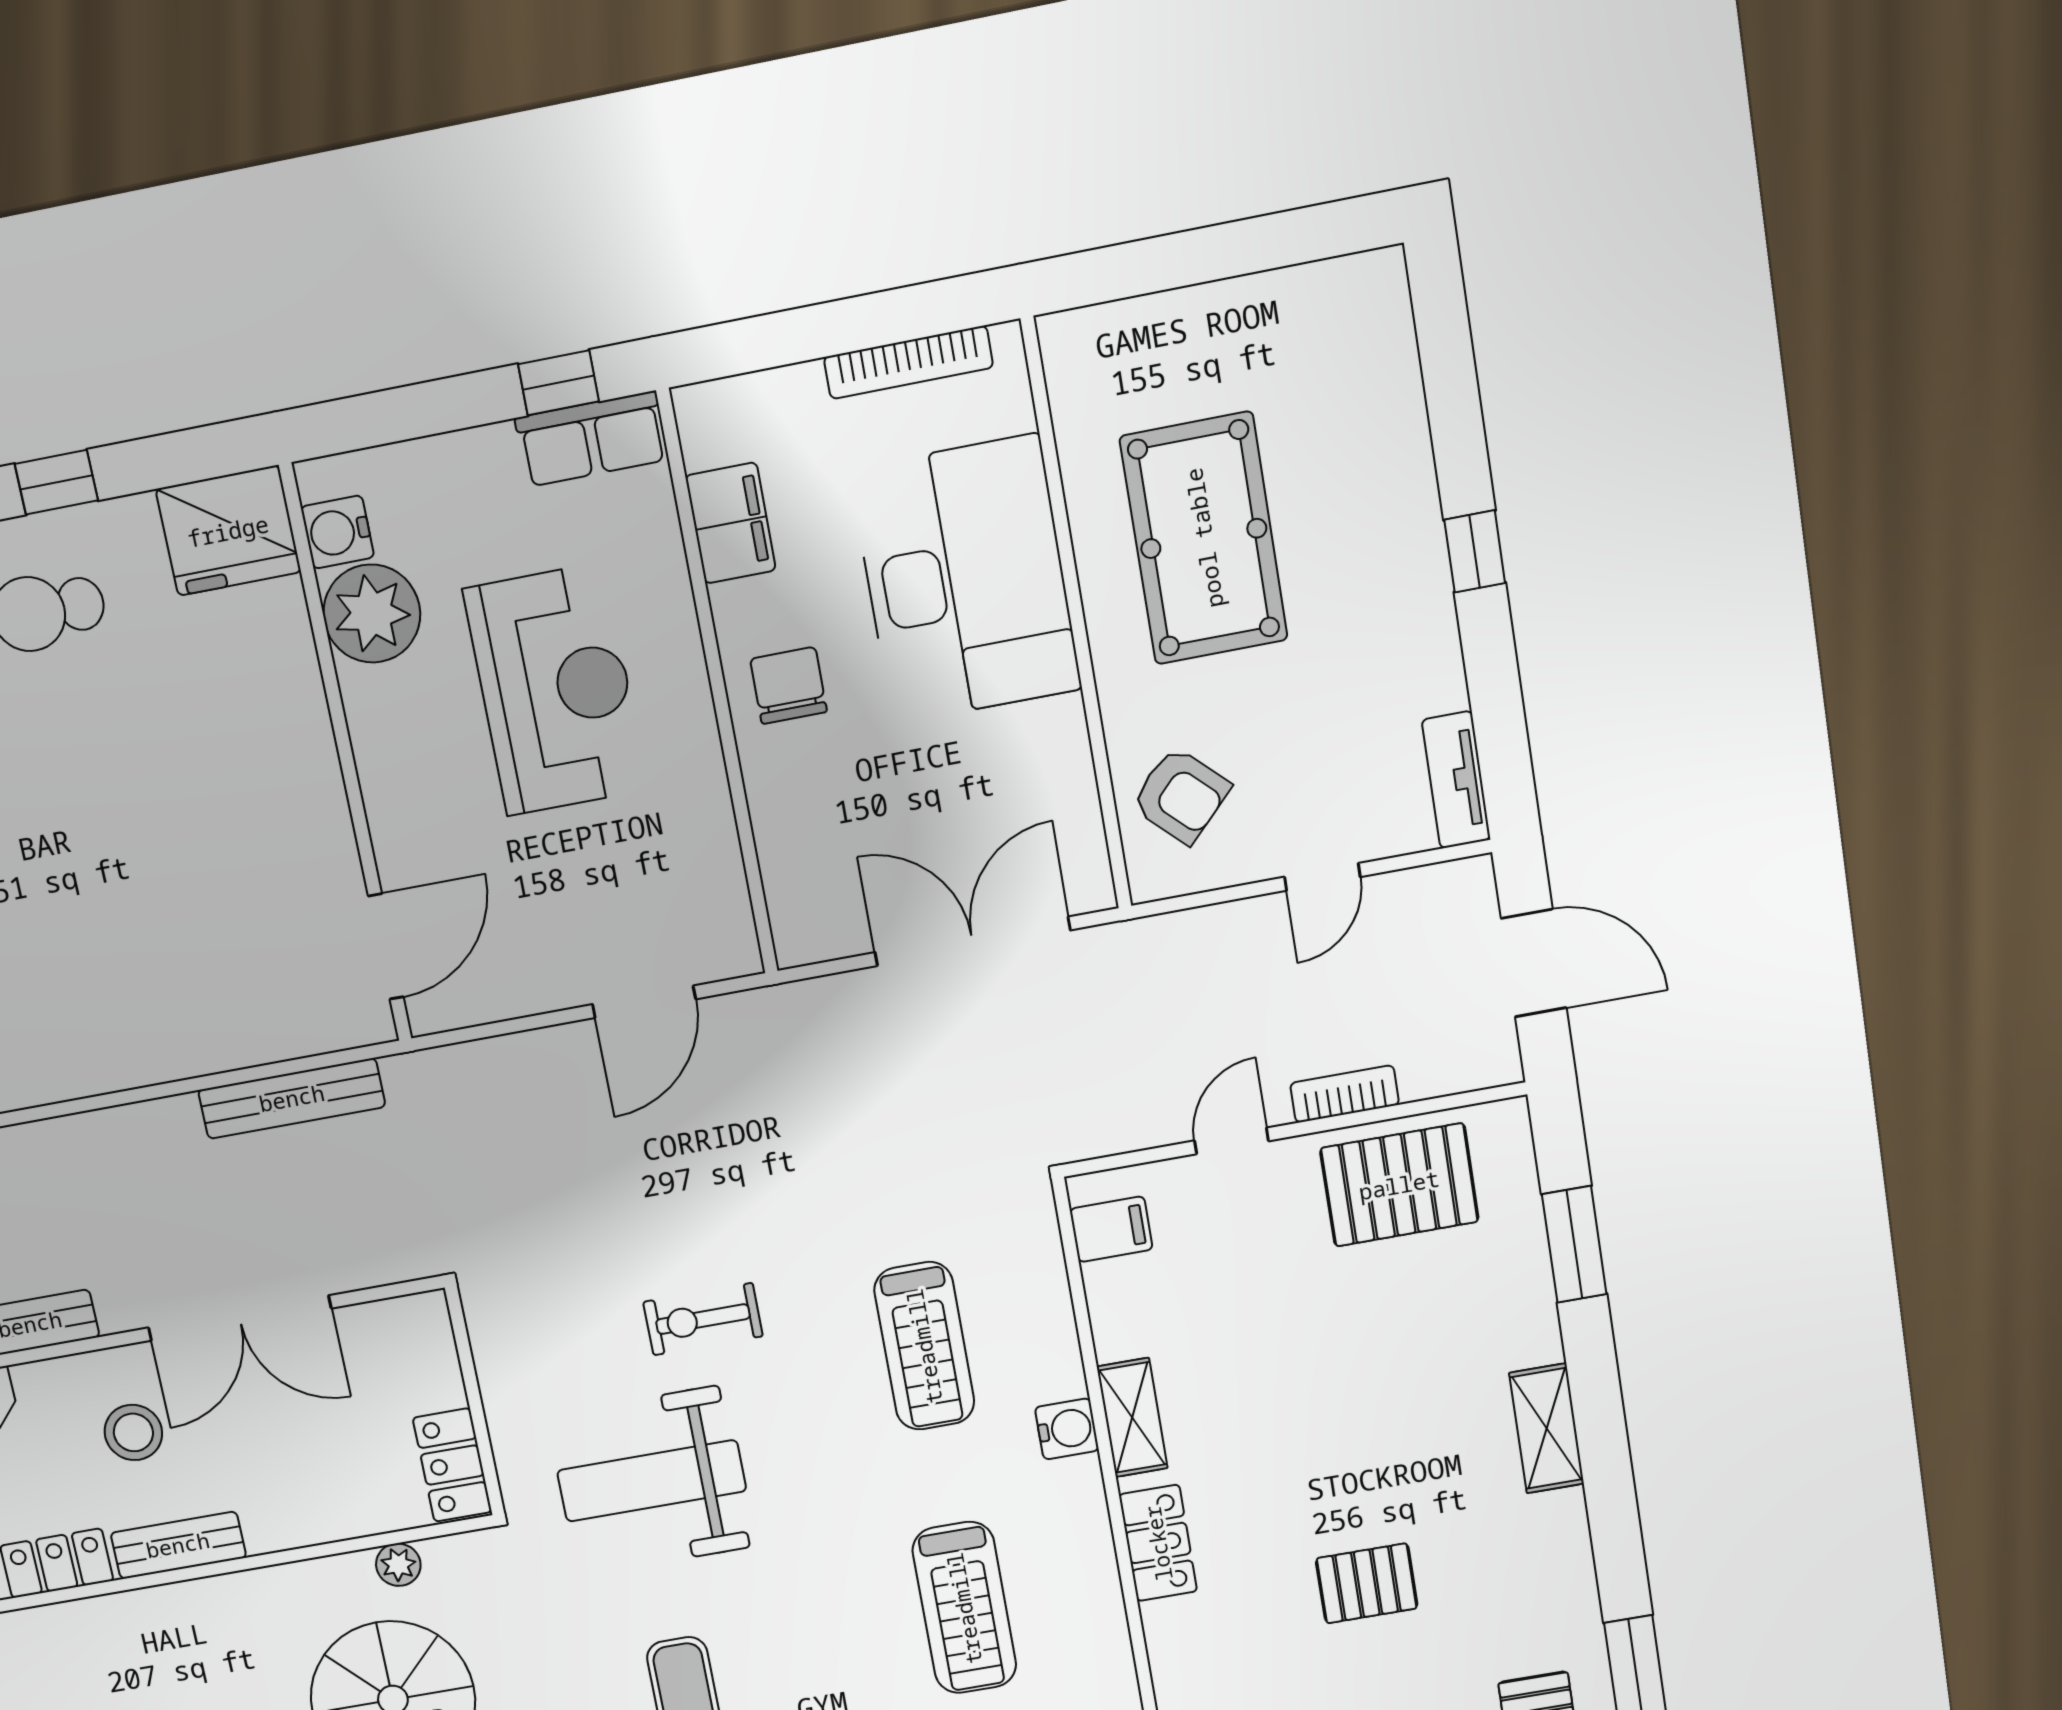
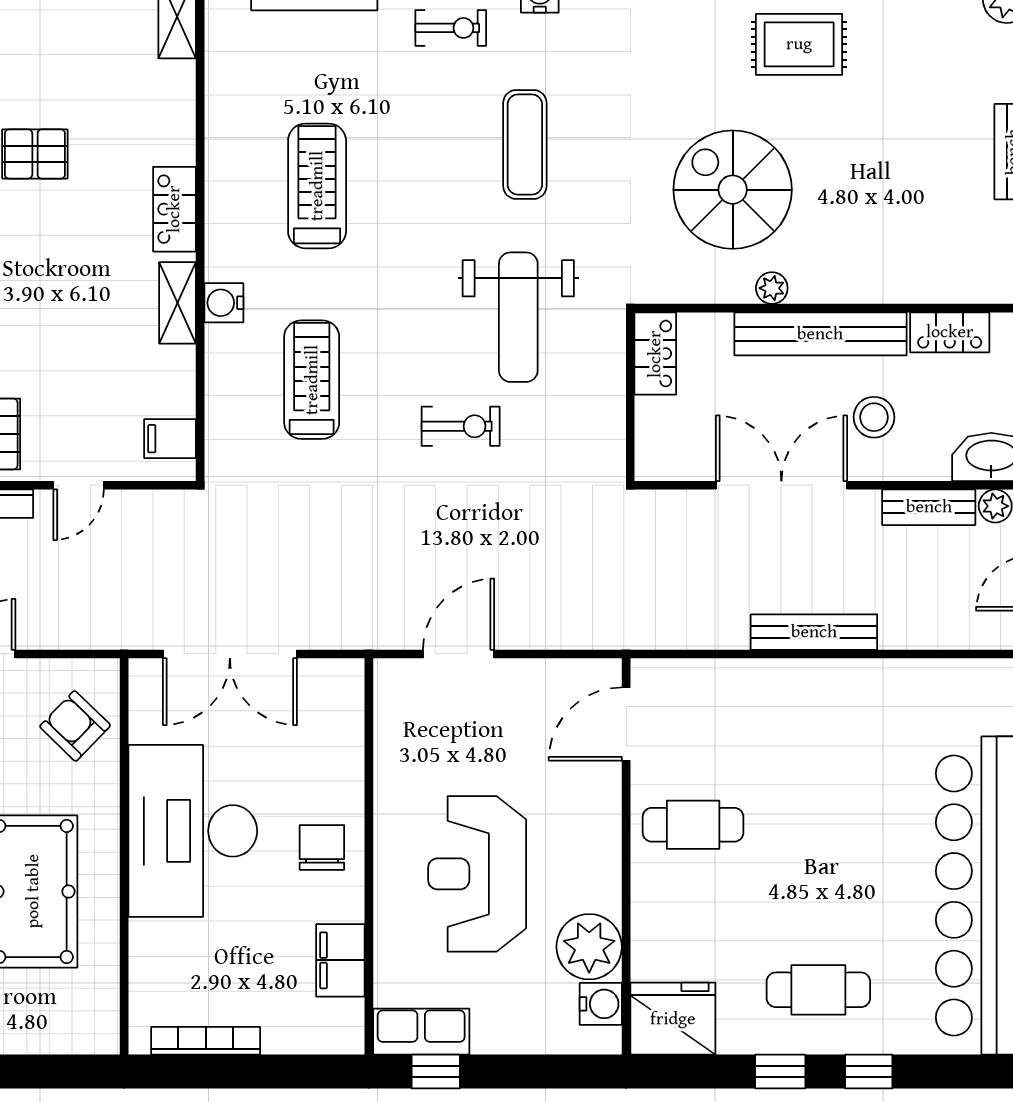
desk: (966, 580) -> (193, 831), moved
chair: (789, 685) -> (322, 847), turned 180
cafe table: (260, 820) -> (693, 825), added
bench: (292, 1098) -> (814, 632), moved
weight bench: (652, 1481) -> (518, 317), turned 90
bench: (178, 1545) -> (820, 334), width x1.86, depth x1.21
plant: (398, 1565) -> (772, 288), moved

